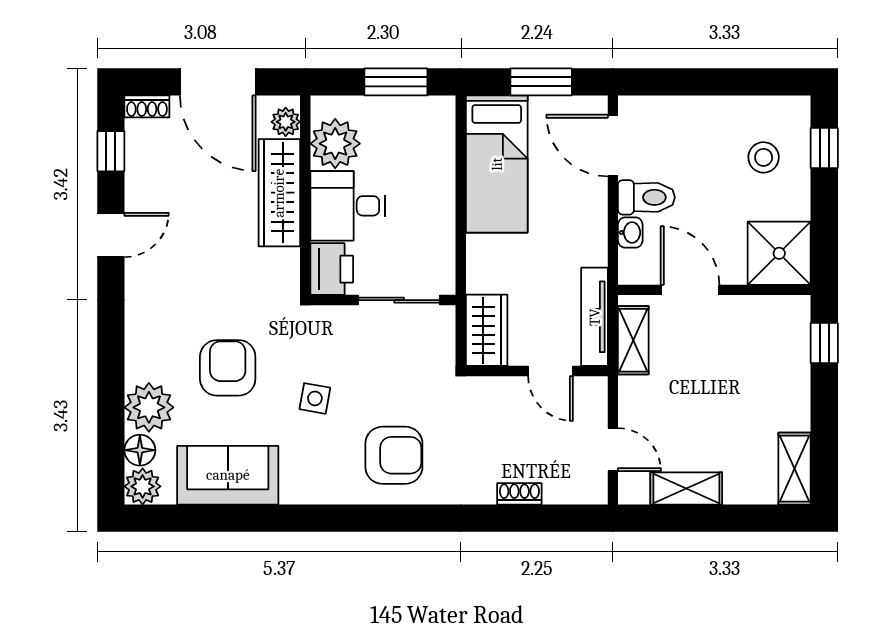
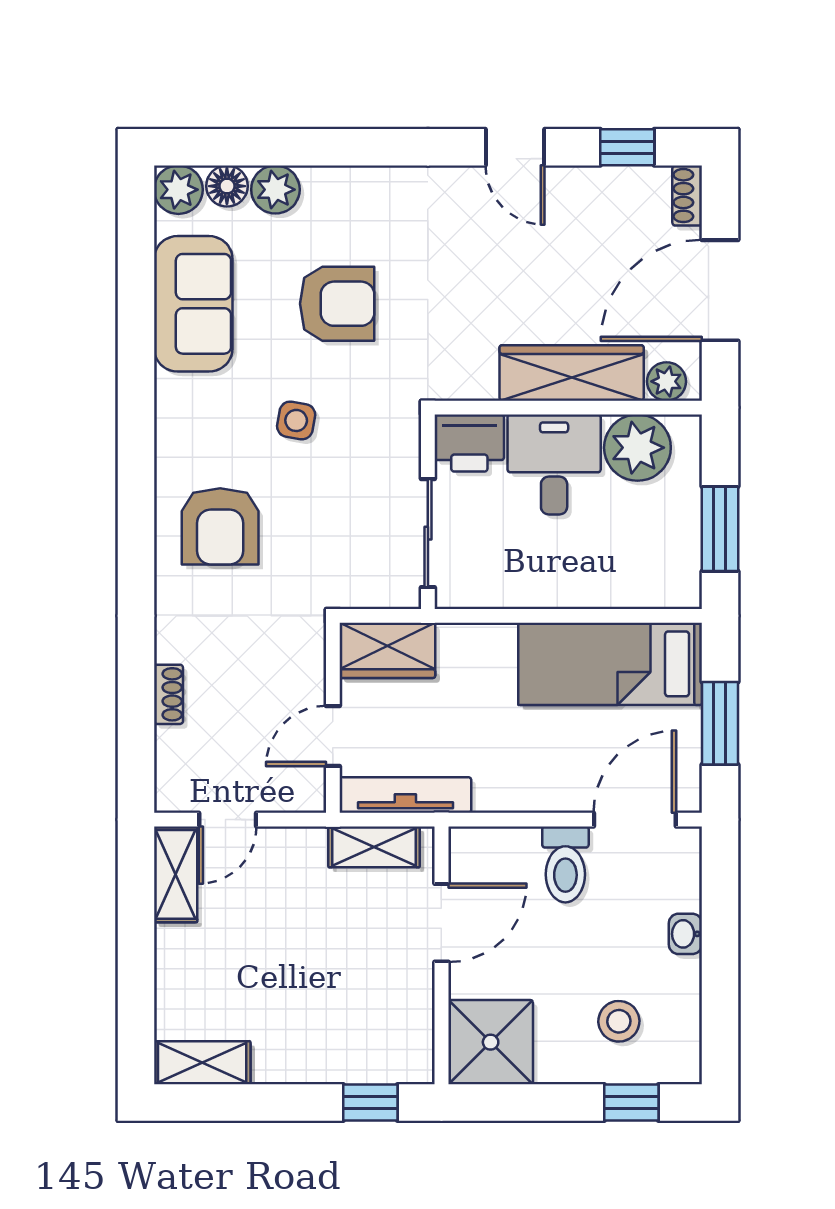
washbasin: (630, 233) -> (685, 934), moved, turned 90
plant: (149, 407) -> (275, 190), width x0.73, depth x0.73
shelving: (686, 488) -> (176, 874), moved

